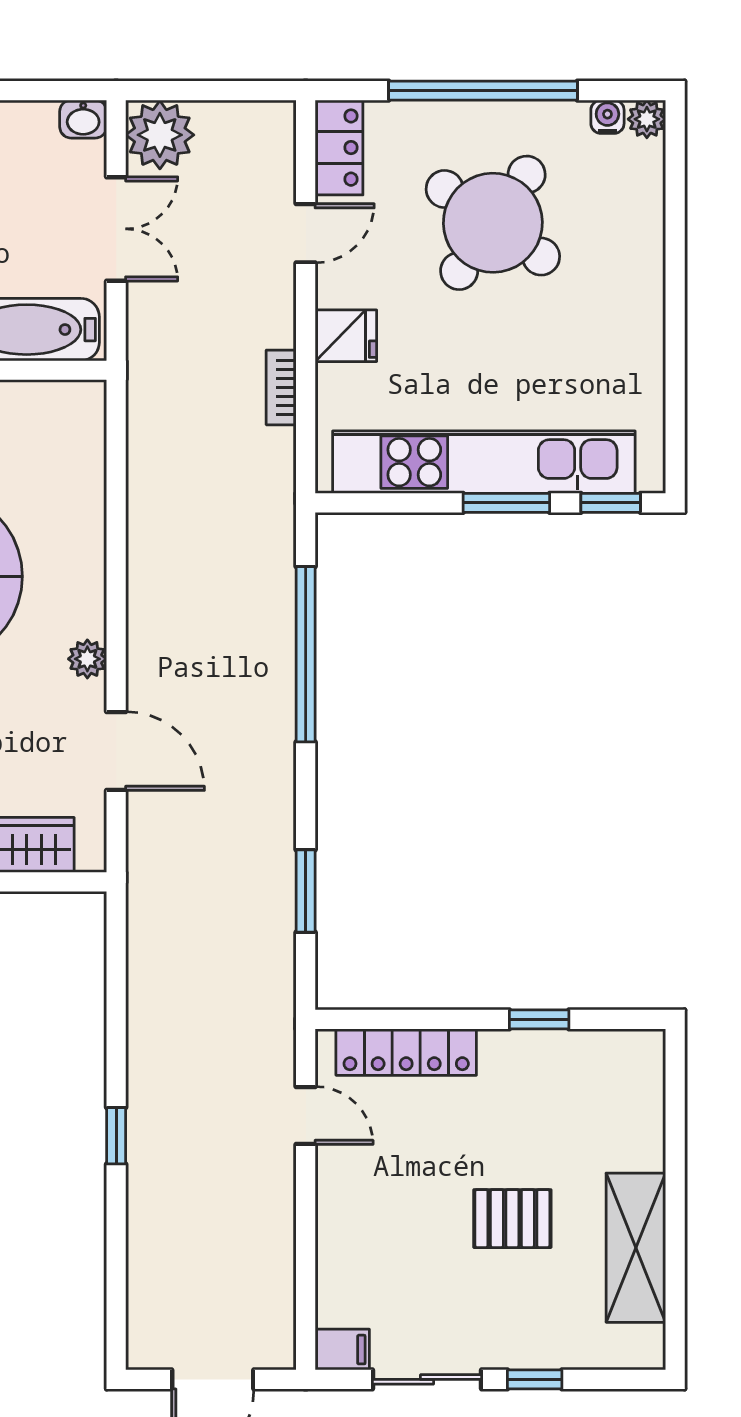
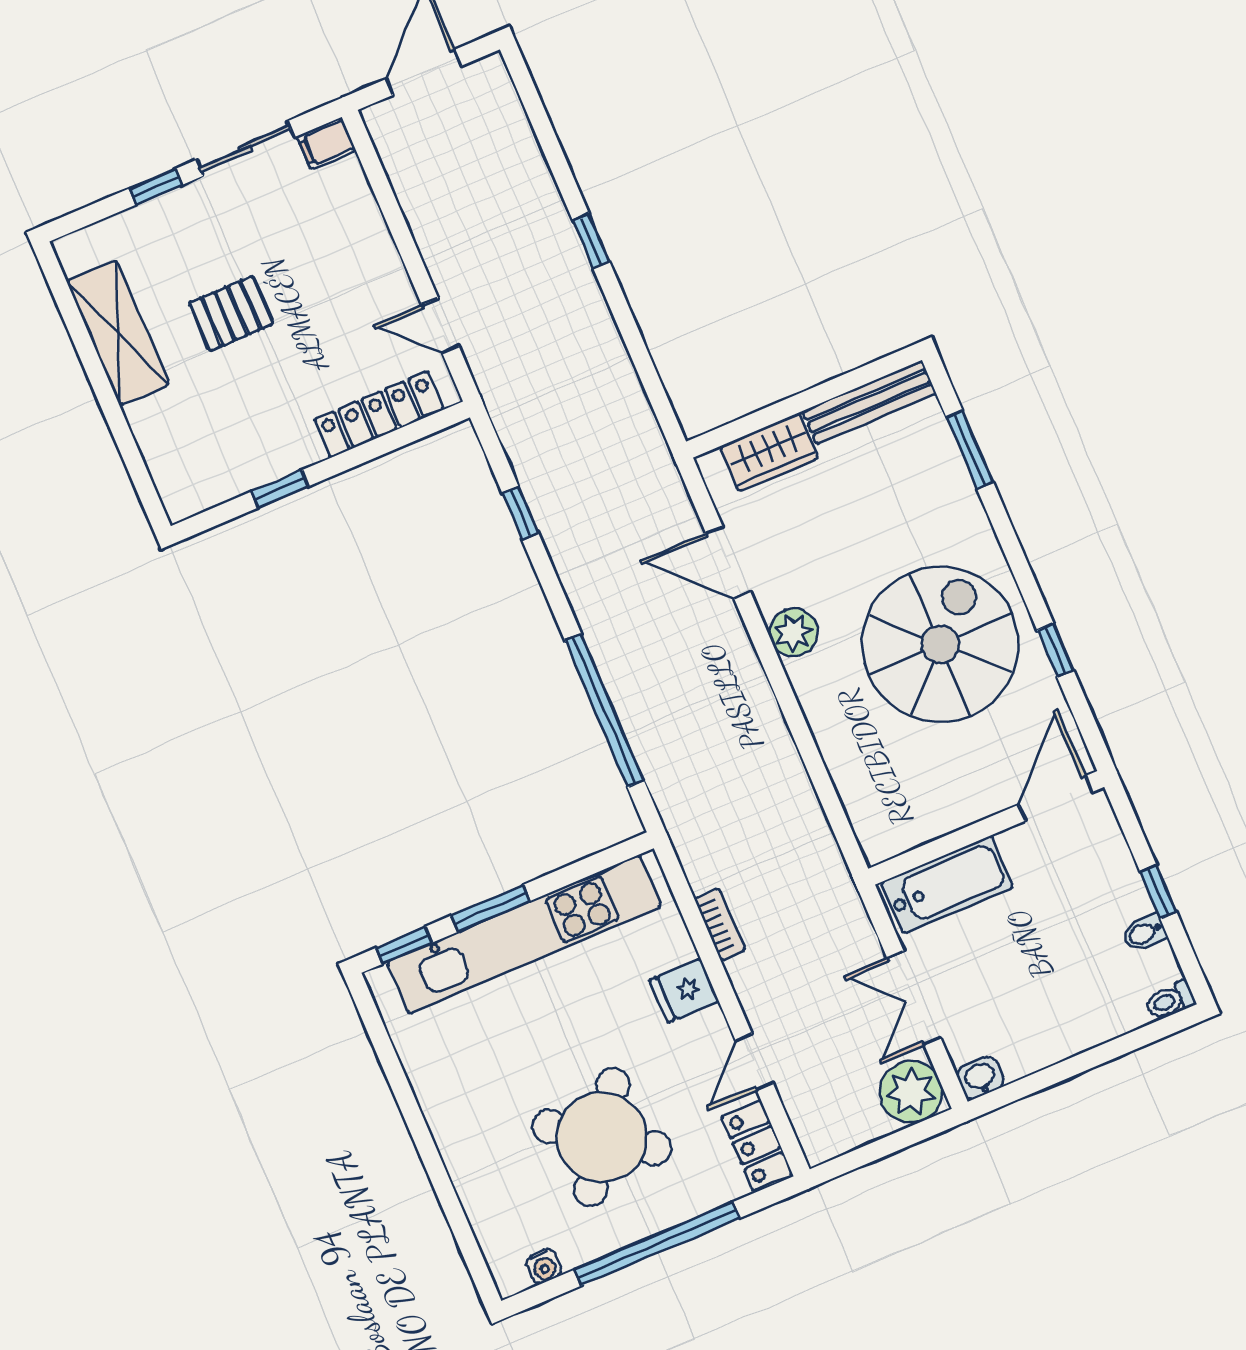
plant: (647, 119) -> (510, 1278), removed
plant: (87, 659) -> (793, 632), width x1.38, depth x1.38
window: (306, 891) -> (520, 513), width x0.67

